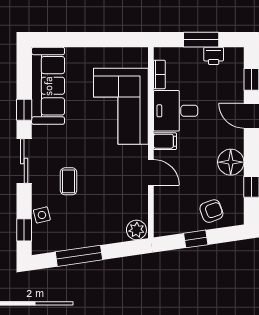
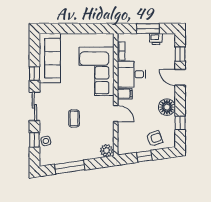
coffee table: (69, 181) -> (74, 118), moved
window: (24, 230) -> (34, 140), moved

